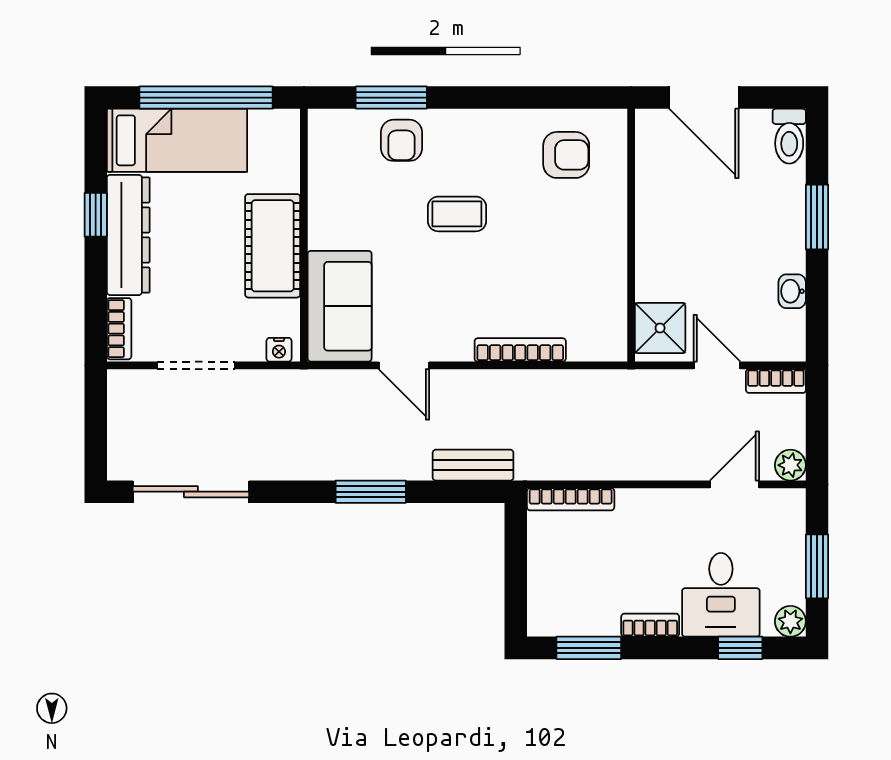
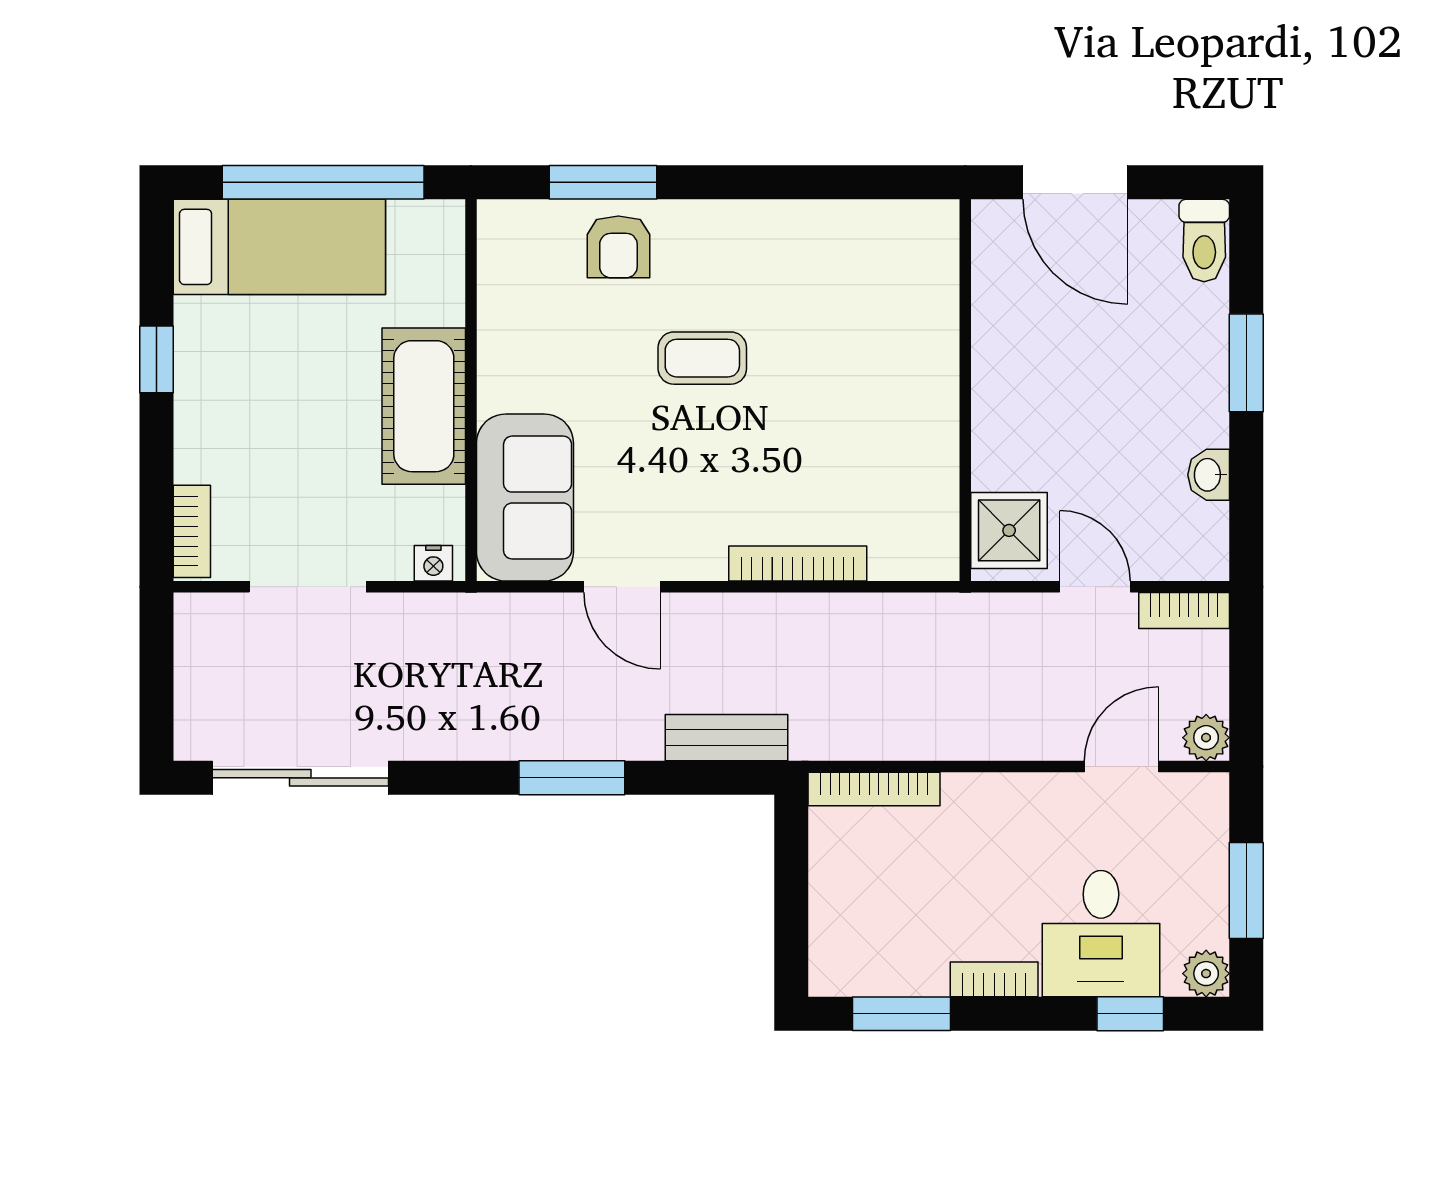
armchair: (566, 155) -> (867, 269), removed
dresser: (128, 235) -> (206, 390), removed

